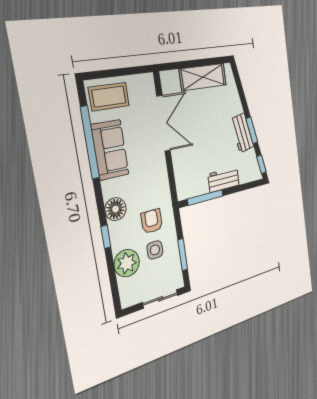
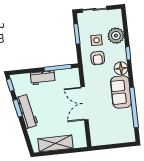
coffee table: (109, 97) -> (121, 133), removed
double door: (164, 123) -> (84, 103), moved
workbench: (242, 133) -> (27, 111), width x1.38
sofa: (110, 150) -> (121, 92), moved

